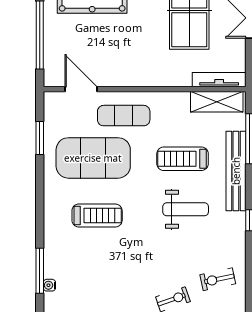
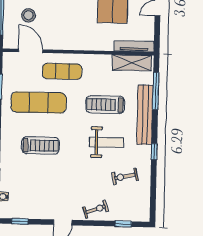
stool: (77, 42) -> (28, 15), added
exercise mat: (93, 158) -> (39, 102), width x0.68
exercise bike: (218, 279) -> (125, 176), moved

